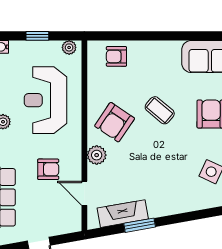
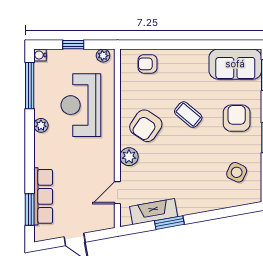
armchair: (48, 169) -> (83, 170), removed
door: (84, 193) -> (117, 193), hinge flipped

